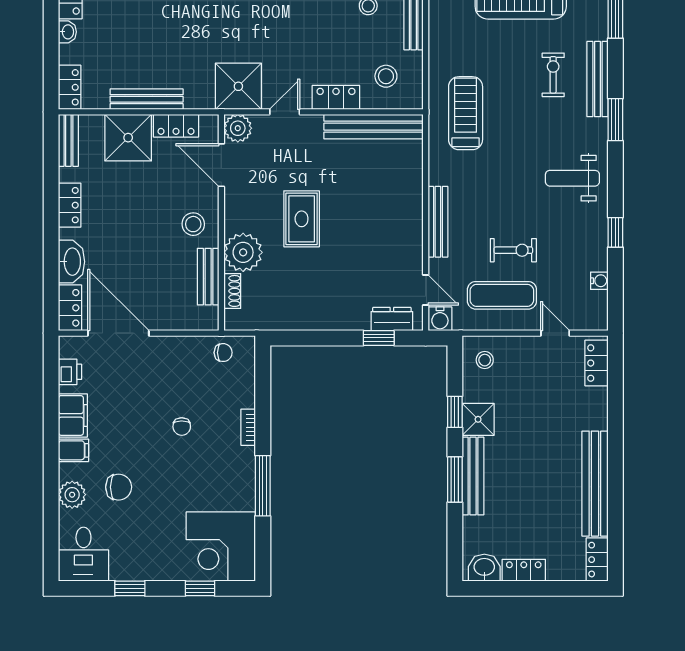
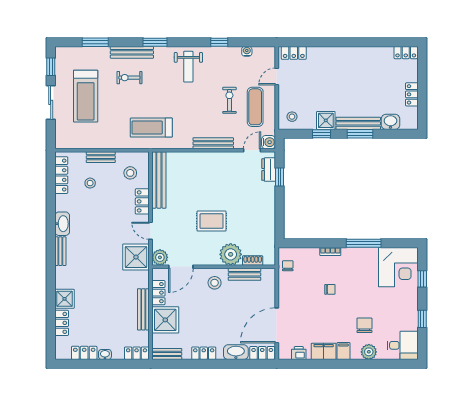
bench: (595, 484) -> (362, 54), removed
washbasin: (484, 568) -> (390, 122), moved, turned 90

